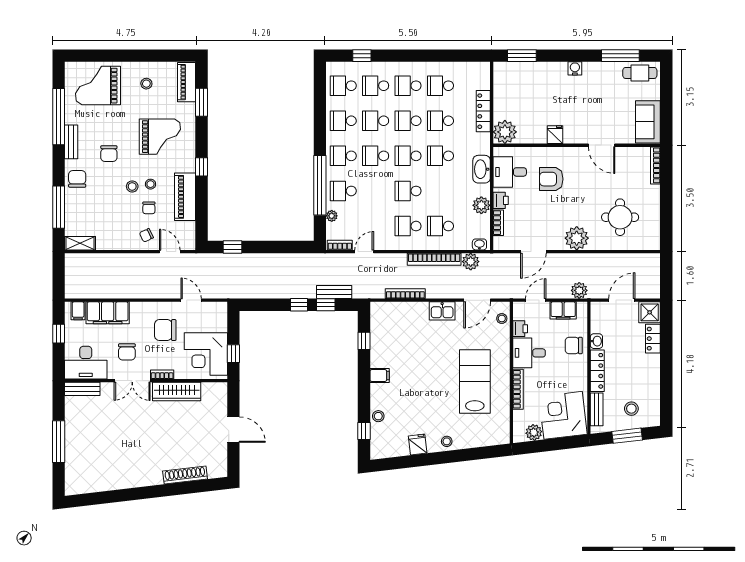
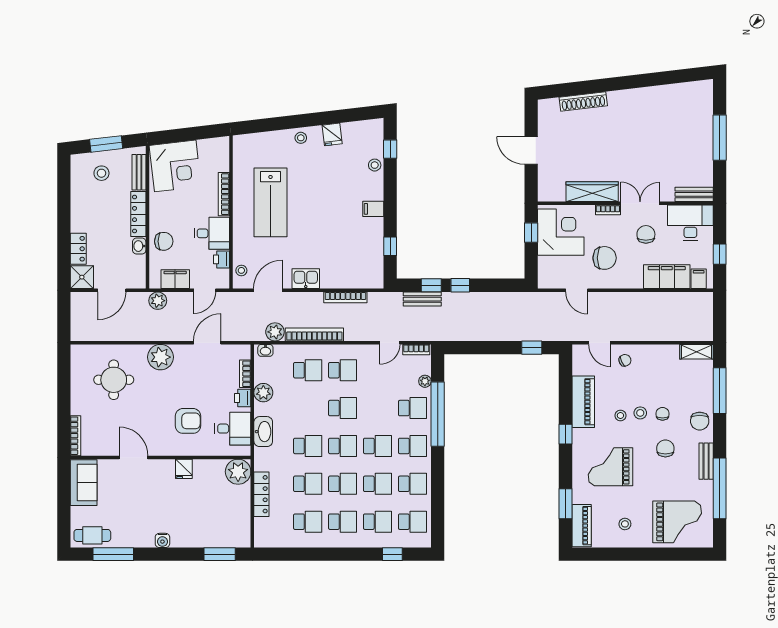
chair: (149, 208) -> (663, 414), moved
plant: (534, 432) -> (207, 147), removed

